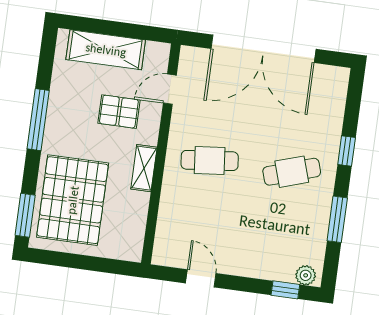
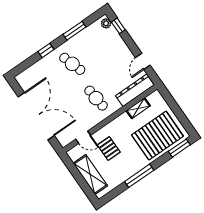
shelving: (144, 168) -> (138, 108), moved
dresser: (169, 228) -> (135, 90), added

